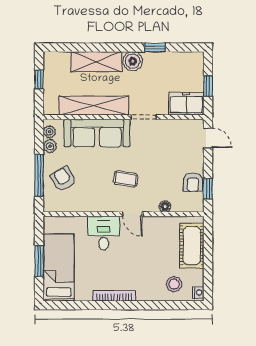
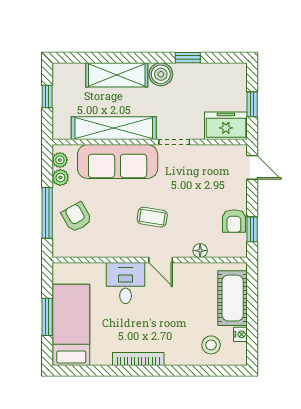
nightstand: (198, 293) -> (240, 334), moved

